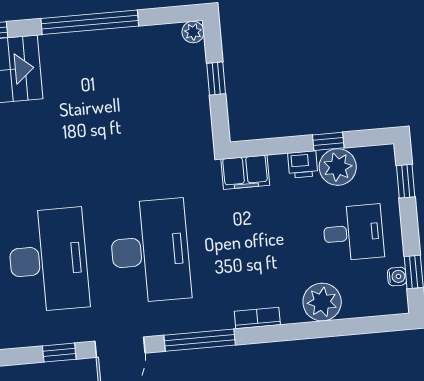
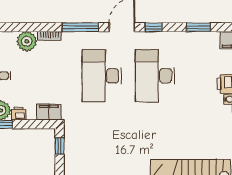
window: (216, 78) -> (60, 146), moved
plant: (322, 302) -> (27, 41), moved

